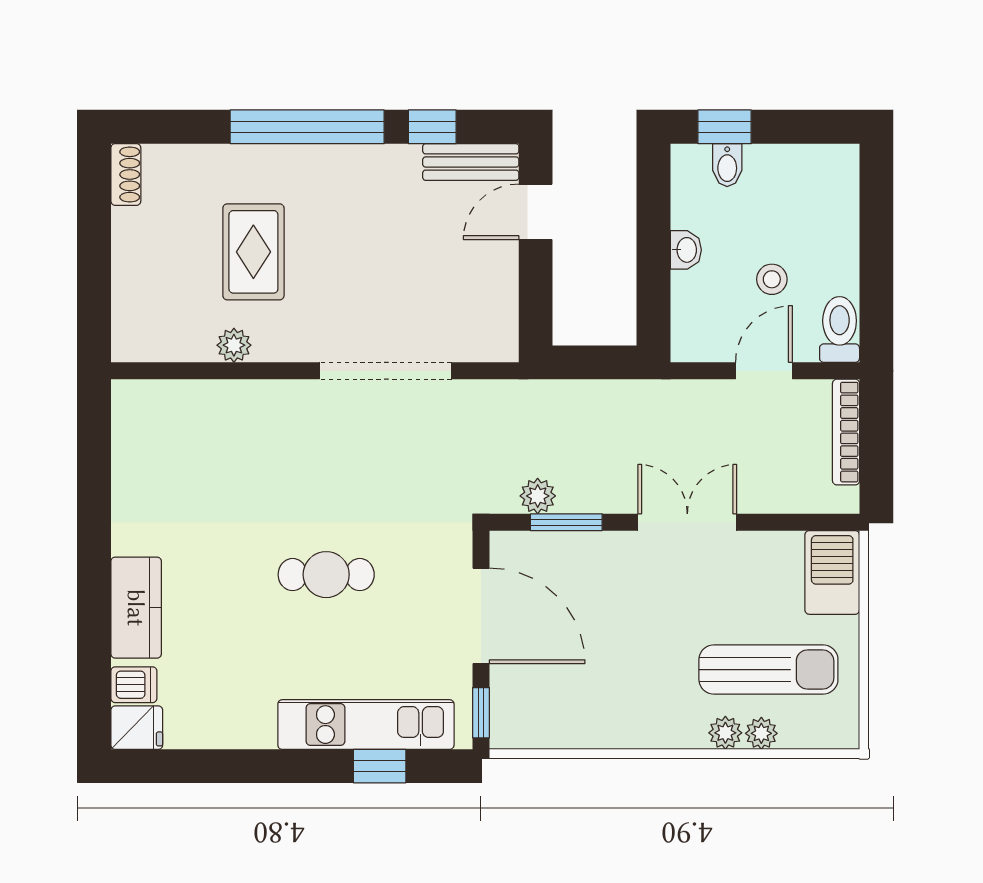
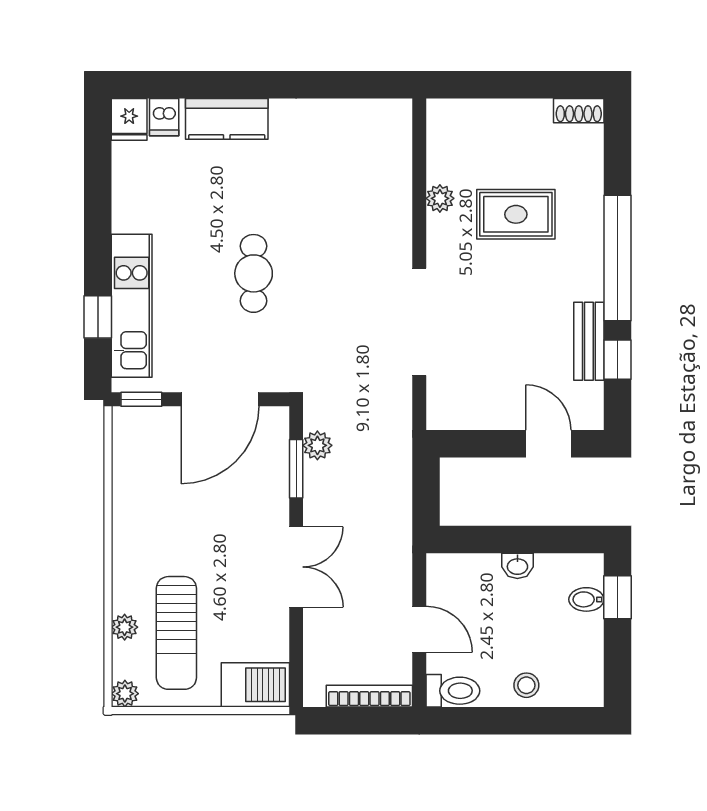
bench: (471, 162) -> (589, 341), moved
stool: (772, 279) -> (526, 685), moved
plant: (725, 733) -> (125, 694), moved

